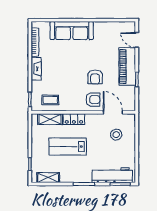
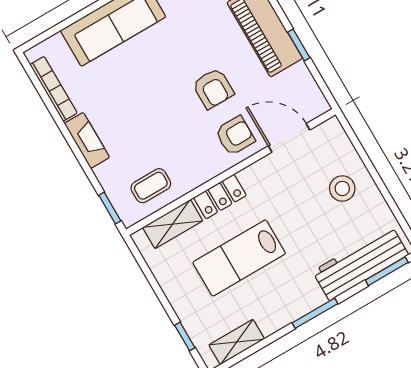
stool: (116, 135) -> (342, 188), moved

